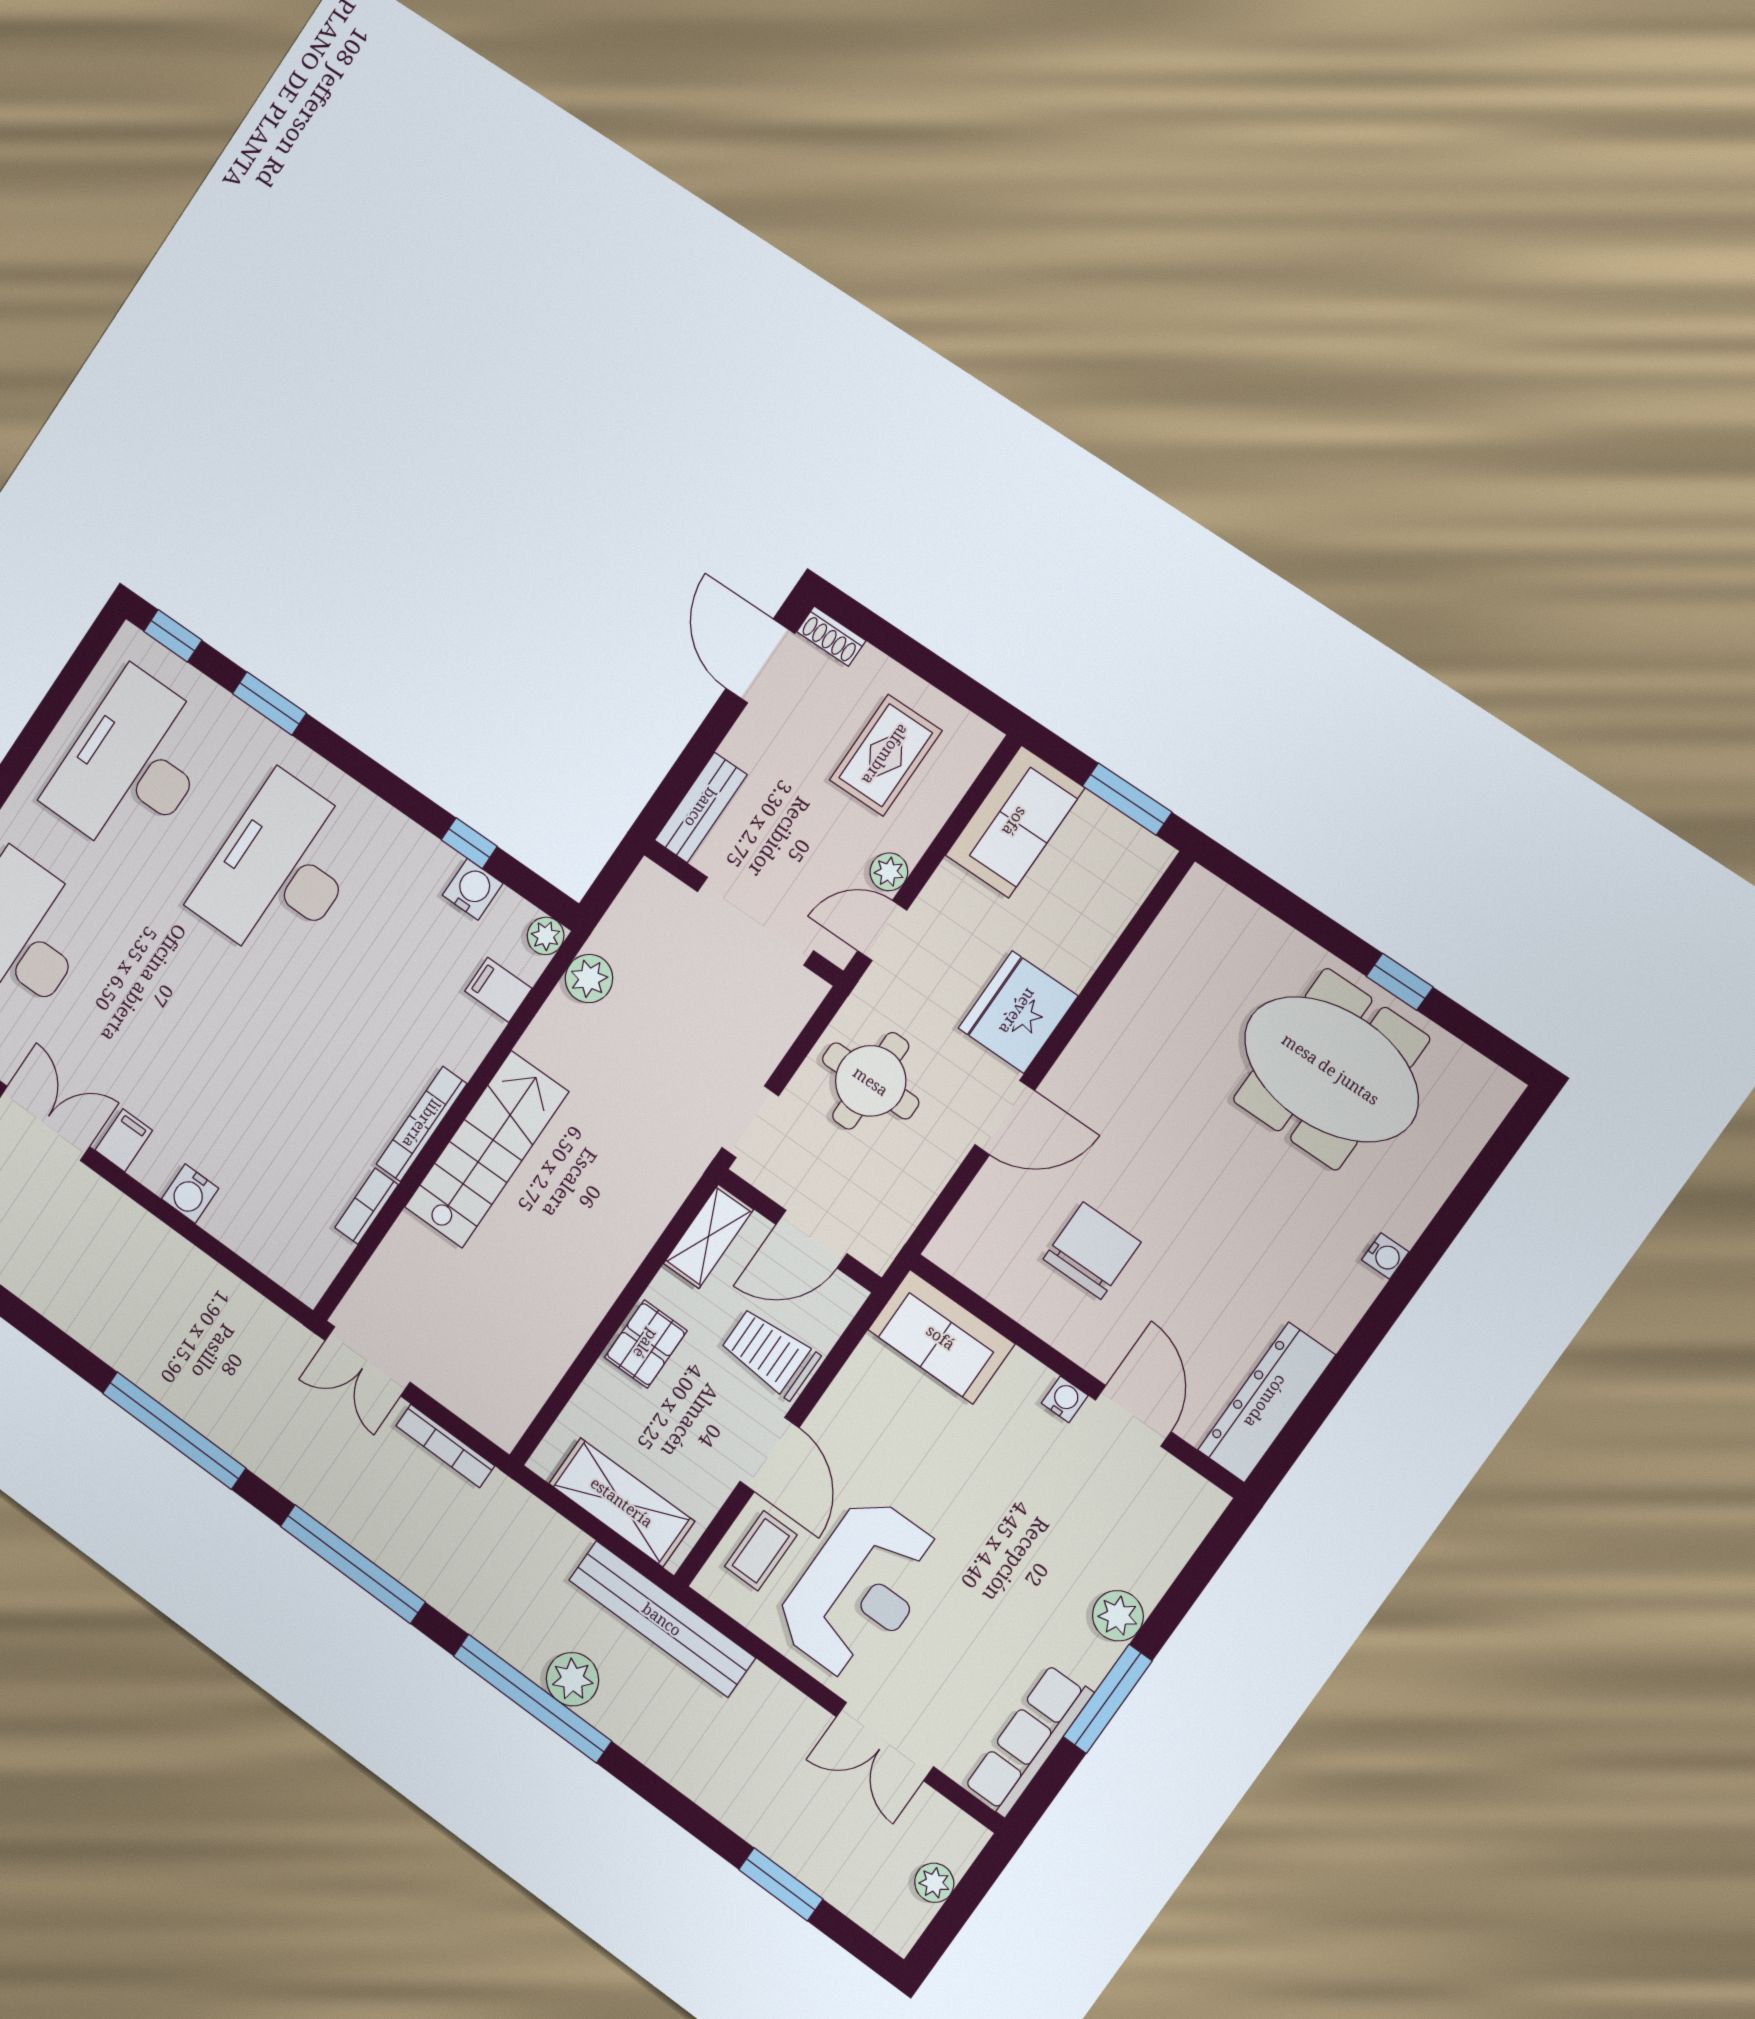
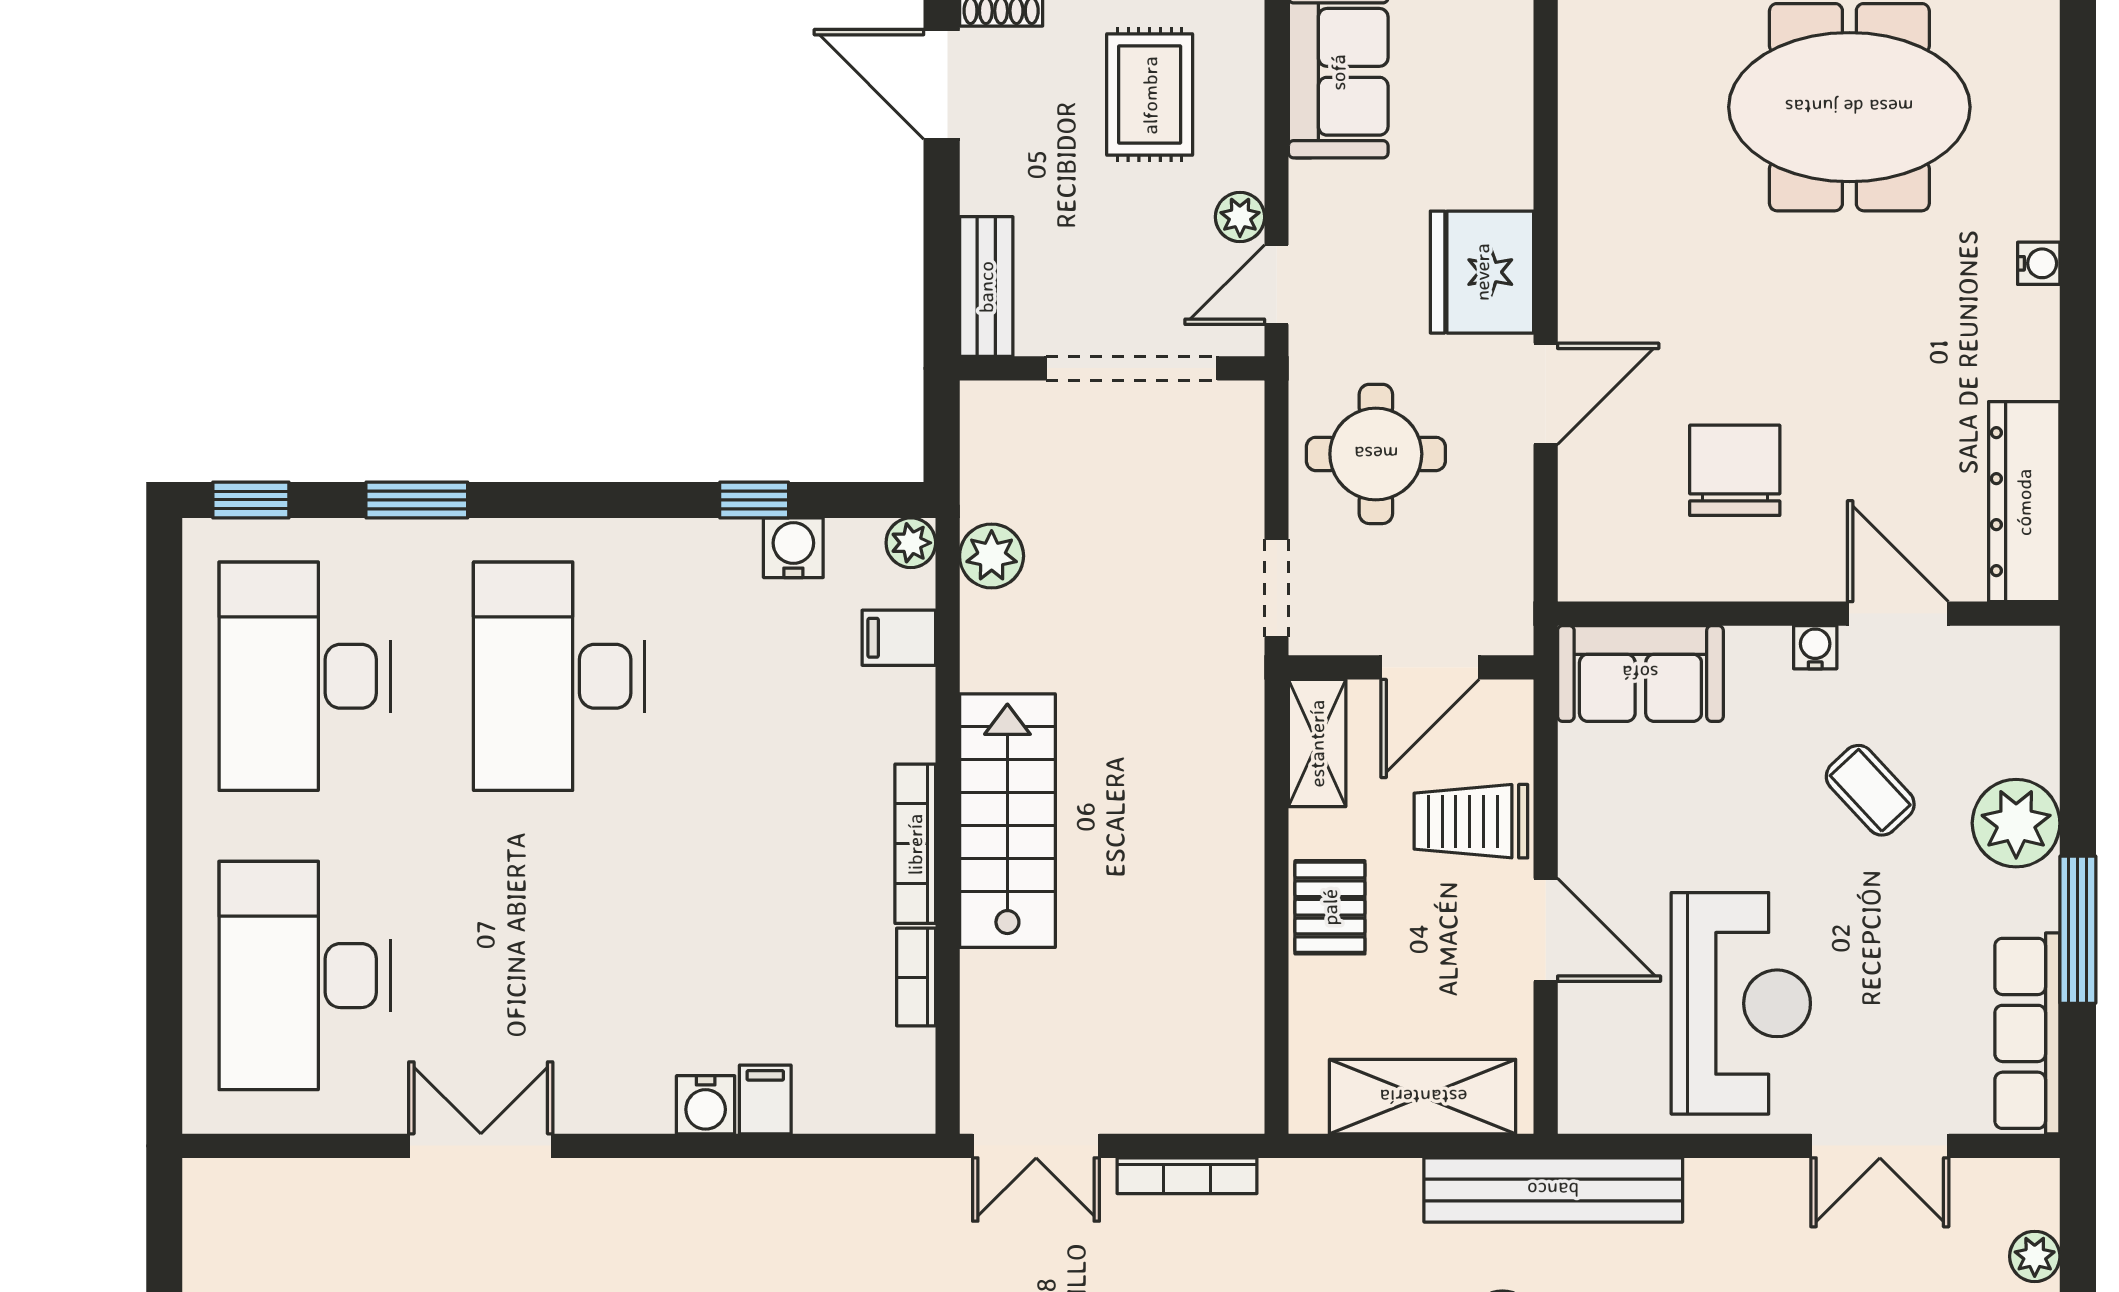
filing cabinet: (124, 1140) -> (765, 1099), moved
coffee table: (761, 1551) -> (1870, 790), moved, turned -43
plant: (1118, 1616) -> (2016, 823), width x1.36, depth x1.36

